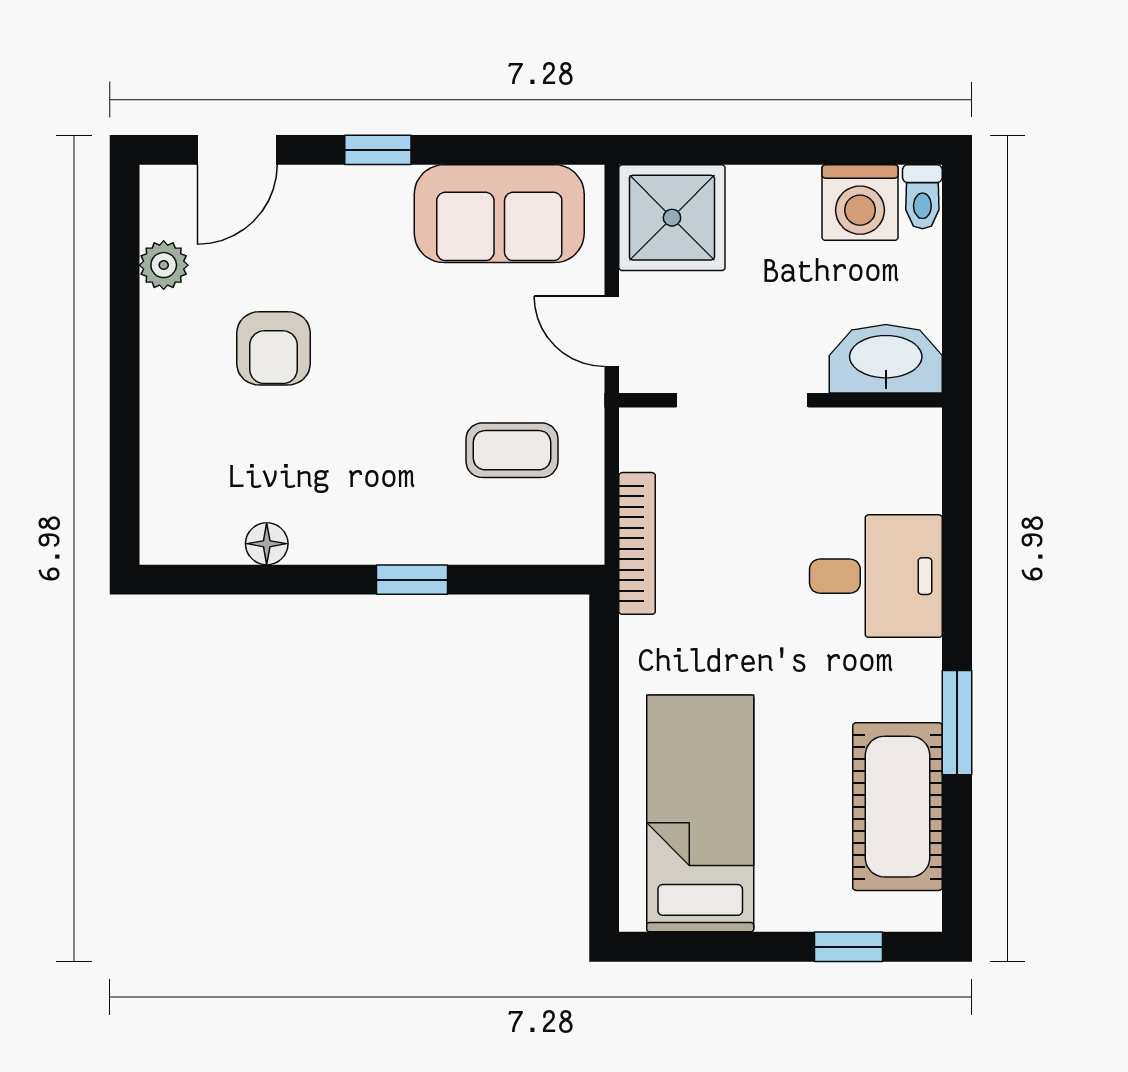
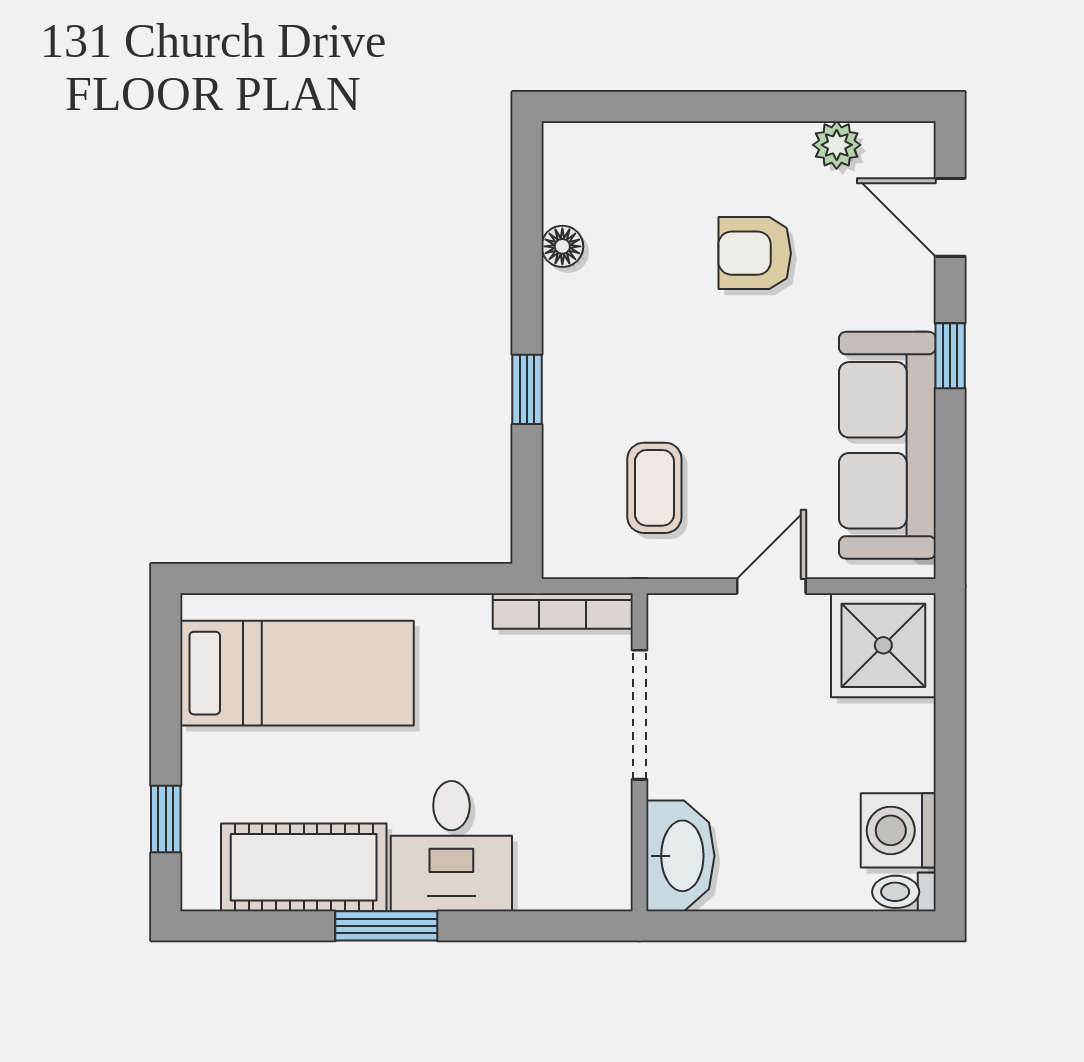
sofa: (499, 214) -> (887, 445), width x1.36
washbasin: (886, 359) -> (680, 856), moved
doorway: (742, 400) -> (639, 715), moved
wall: (781, 400) -> (639, 752), moved
desk: (876, 576) -> (451, 846), moved

